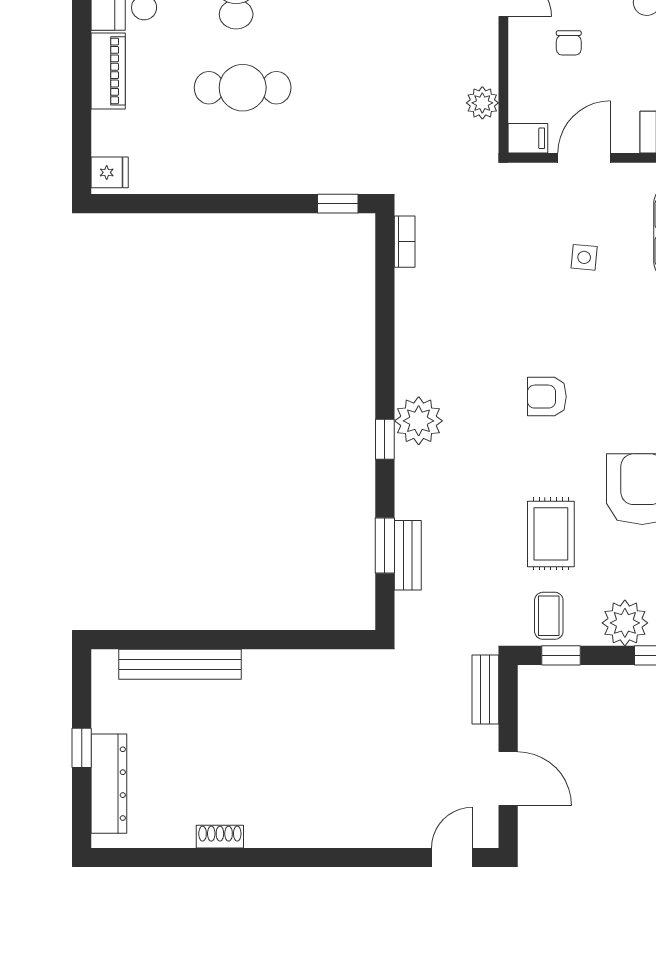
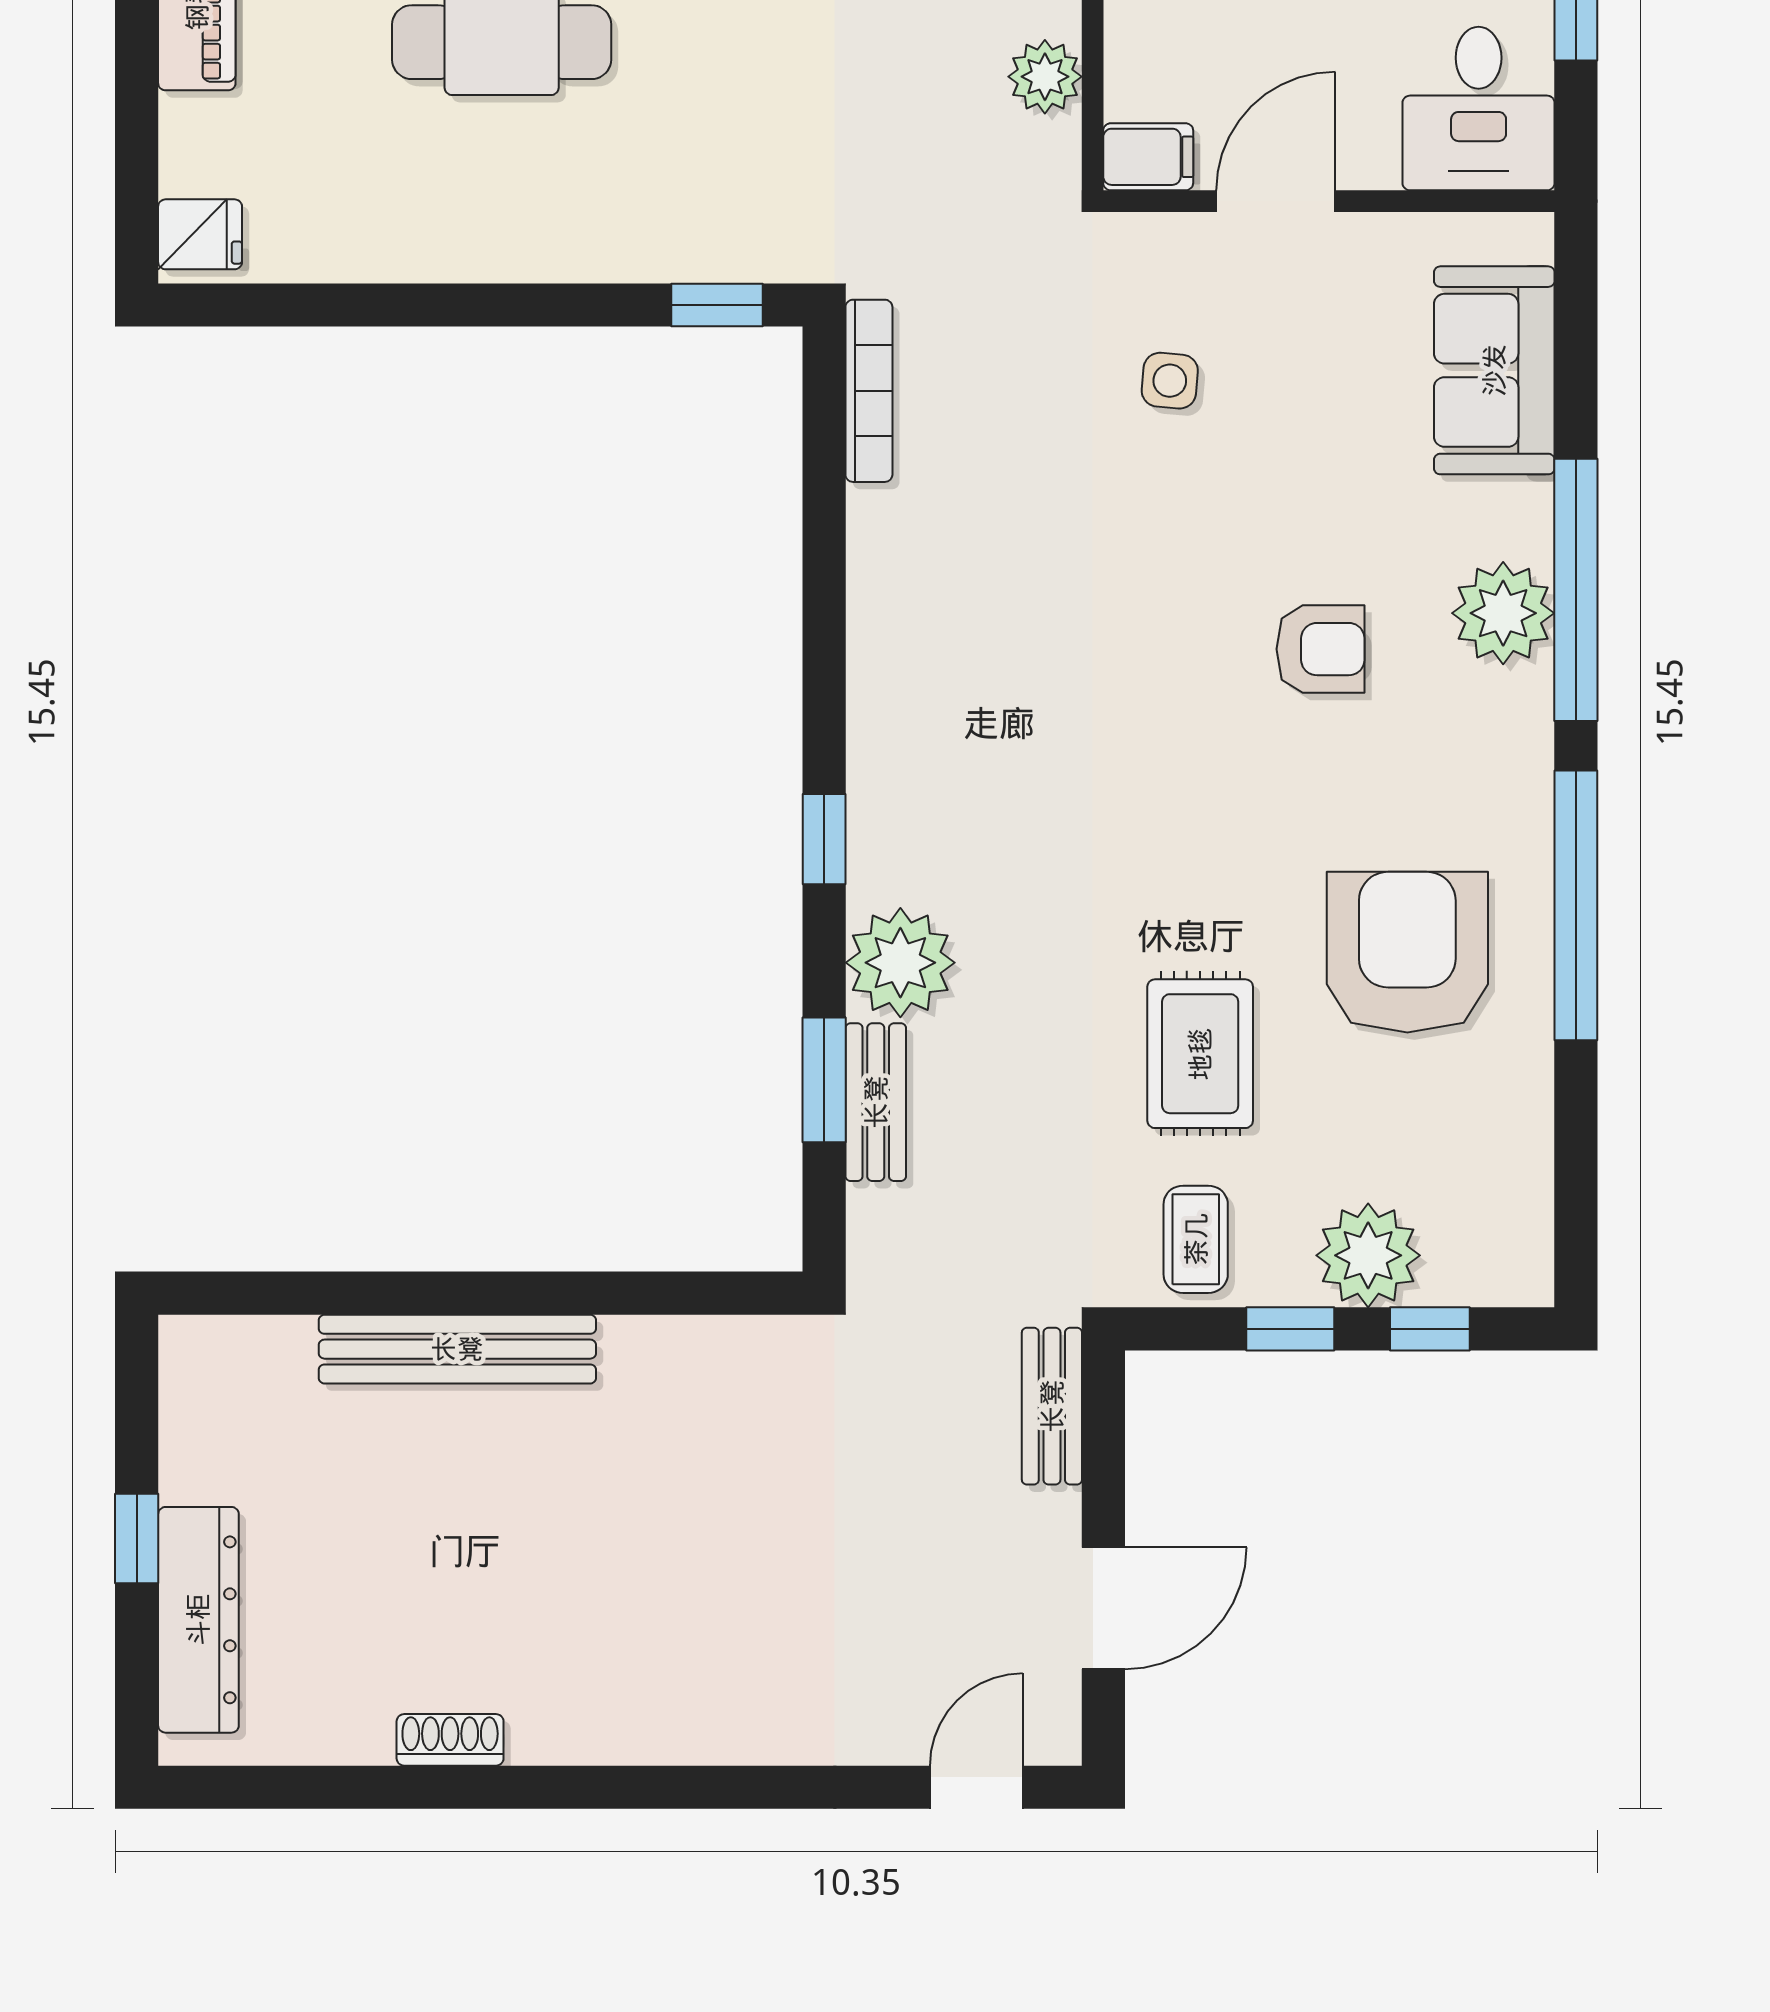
bookcase: (405, 242) -> (869, 391), width x1.56
side table: (584, 257) -> (1170, 381), moved
armchair: (547, 397) -> (1321, 649), moved, turned 180
plant: (419, 421) -> (900, 963), moved
window: (561, 655) -> (1290, 1329), moved
bench: (180, 664) -> (457, 1349), moved
door: (508, 779) -> (1103, 1608), hinge flipped

